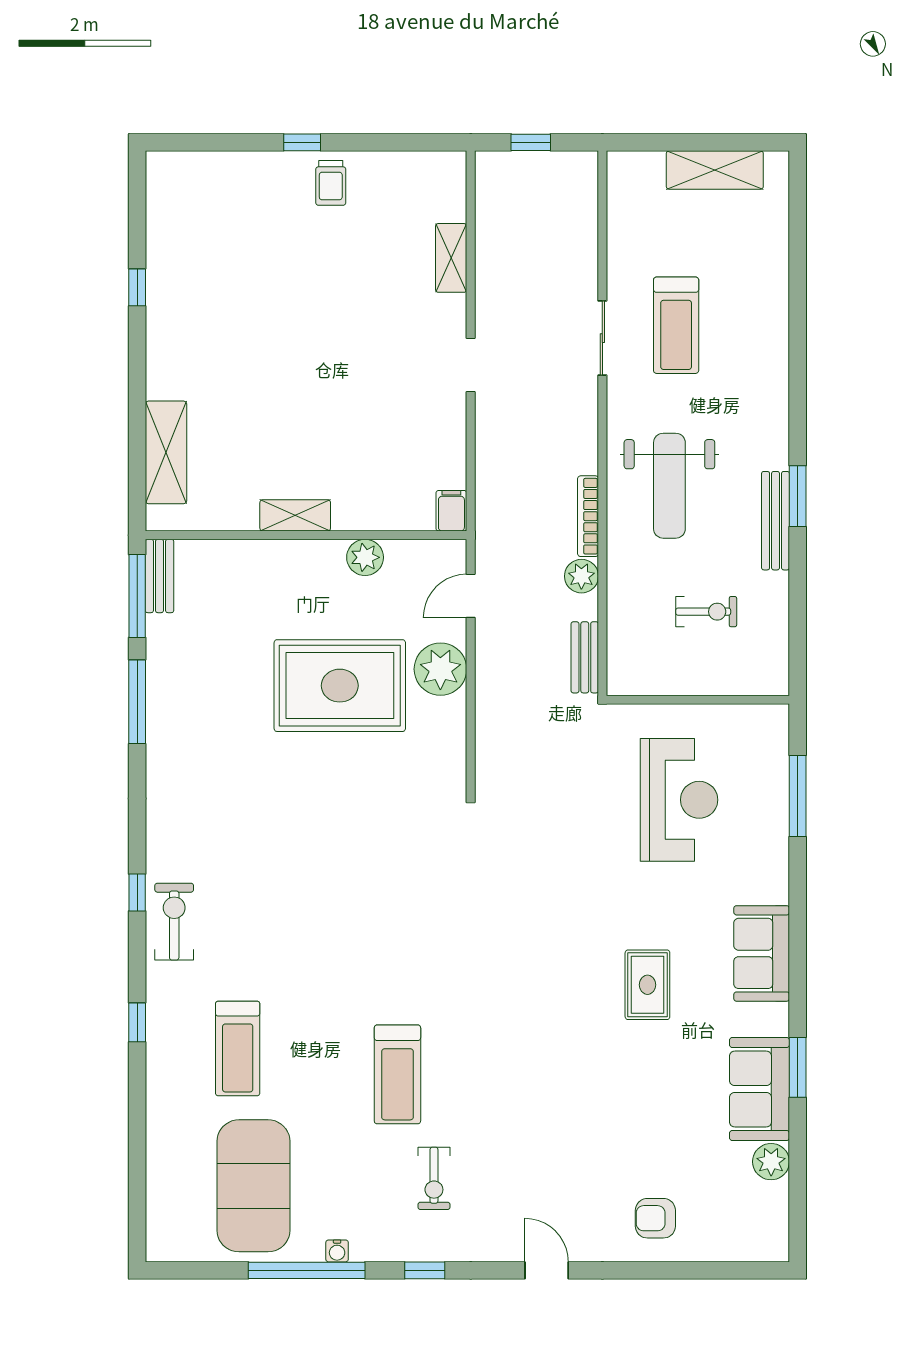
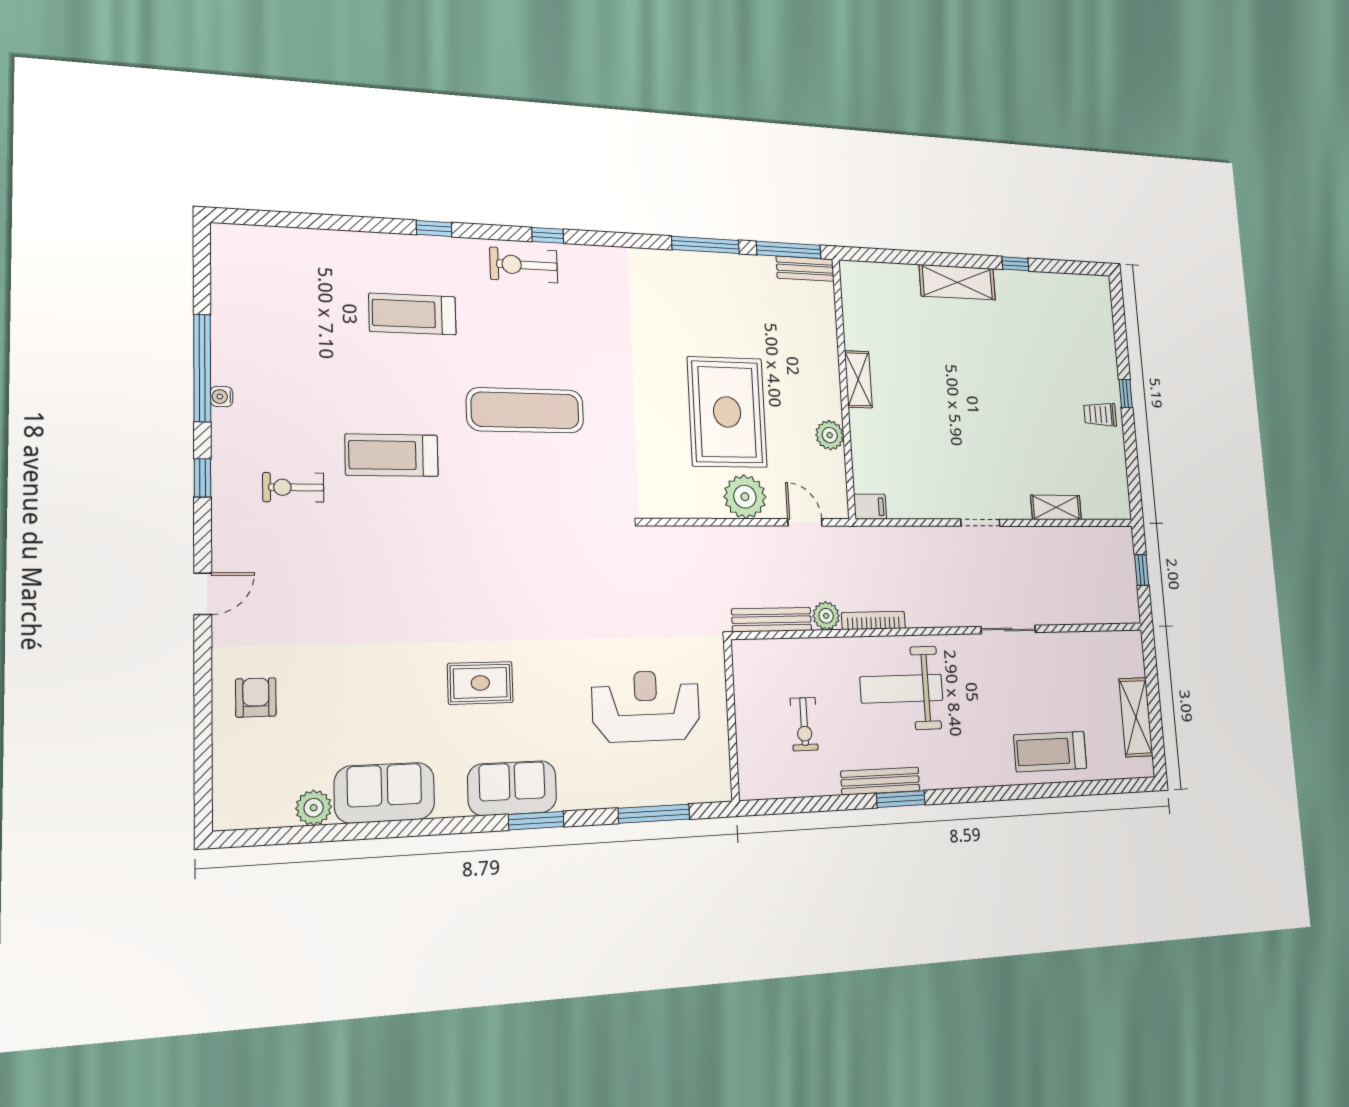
treadmill: (676, 325) -> (1050, 752), moved
shelving: (166, 452) -> (957, 282), moved
bench: (585, 657) -> (772, 620), width x1.36
reception desk: (679, 800) -> (646, 706), turned 180
exercise bike: (174, 922) -> (524, 265), turned 180
window: (798, 1067) -> (536, 821), moved
exercise mat: (253, 1186) -> (525, 410), moved, width x0.68

